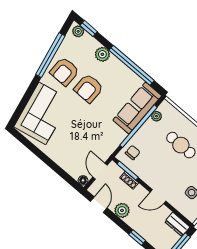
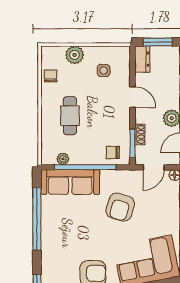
plant: (102, 54) -> (49, 253), removed
armchair: (88, 88) -> (120, 207), moved, turned 107

